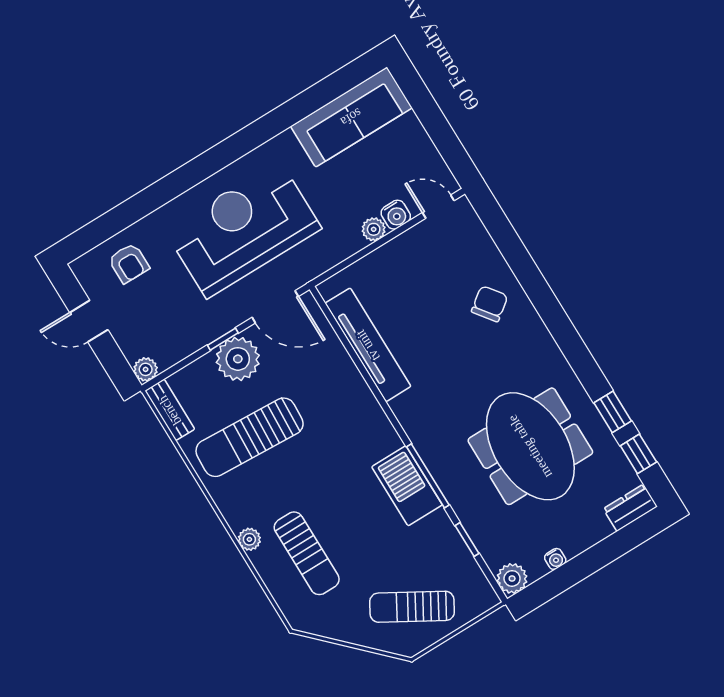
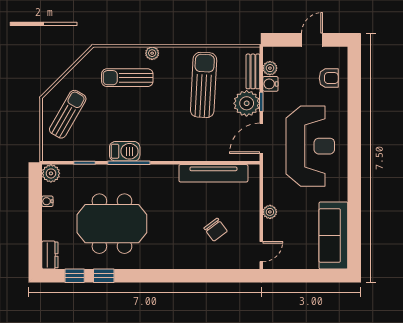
water cooler: (396, 215) -> (270, 84), moved
armchair: (129, 263) -> (329, 78), turned 180
chair: (490, 304) -> (216, 230), moved
plant: (146, 369) -> (270, 68), moved
bench: (170, 410) -> (253, 71), moved, turned 90
barbecue: (407, 486) -> (125, 151), width x0.73, depth x0.83

